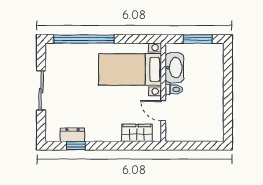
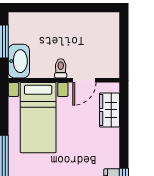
washbasin: (174, 68) -> (19, 61), moved, turned 90

